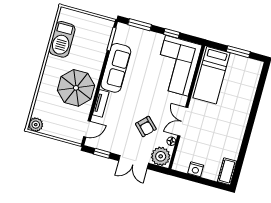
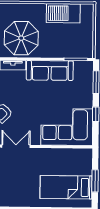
bed: (211, 75) -> (66, 187), moved

